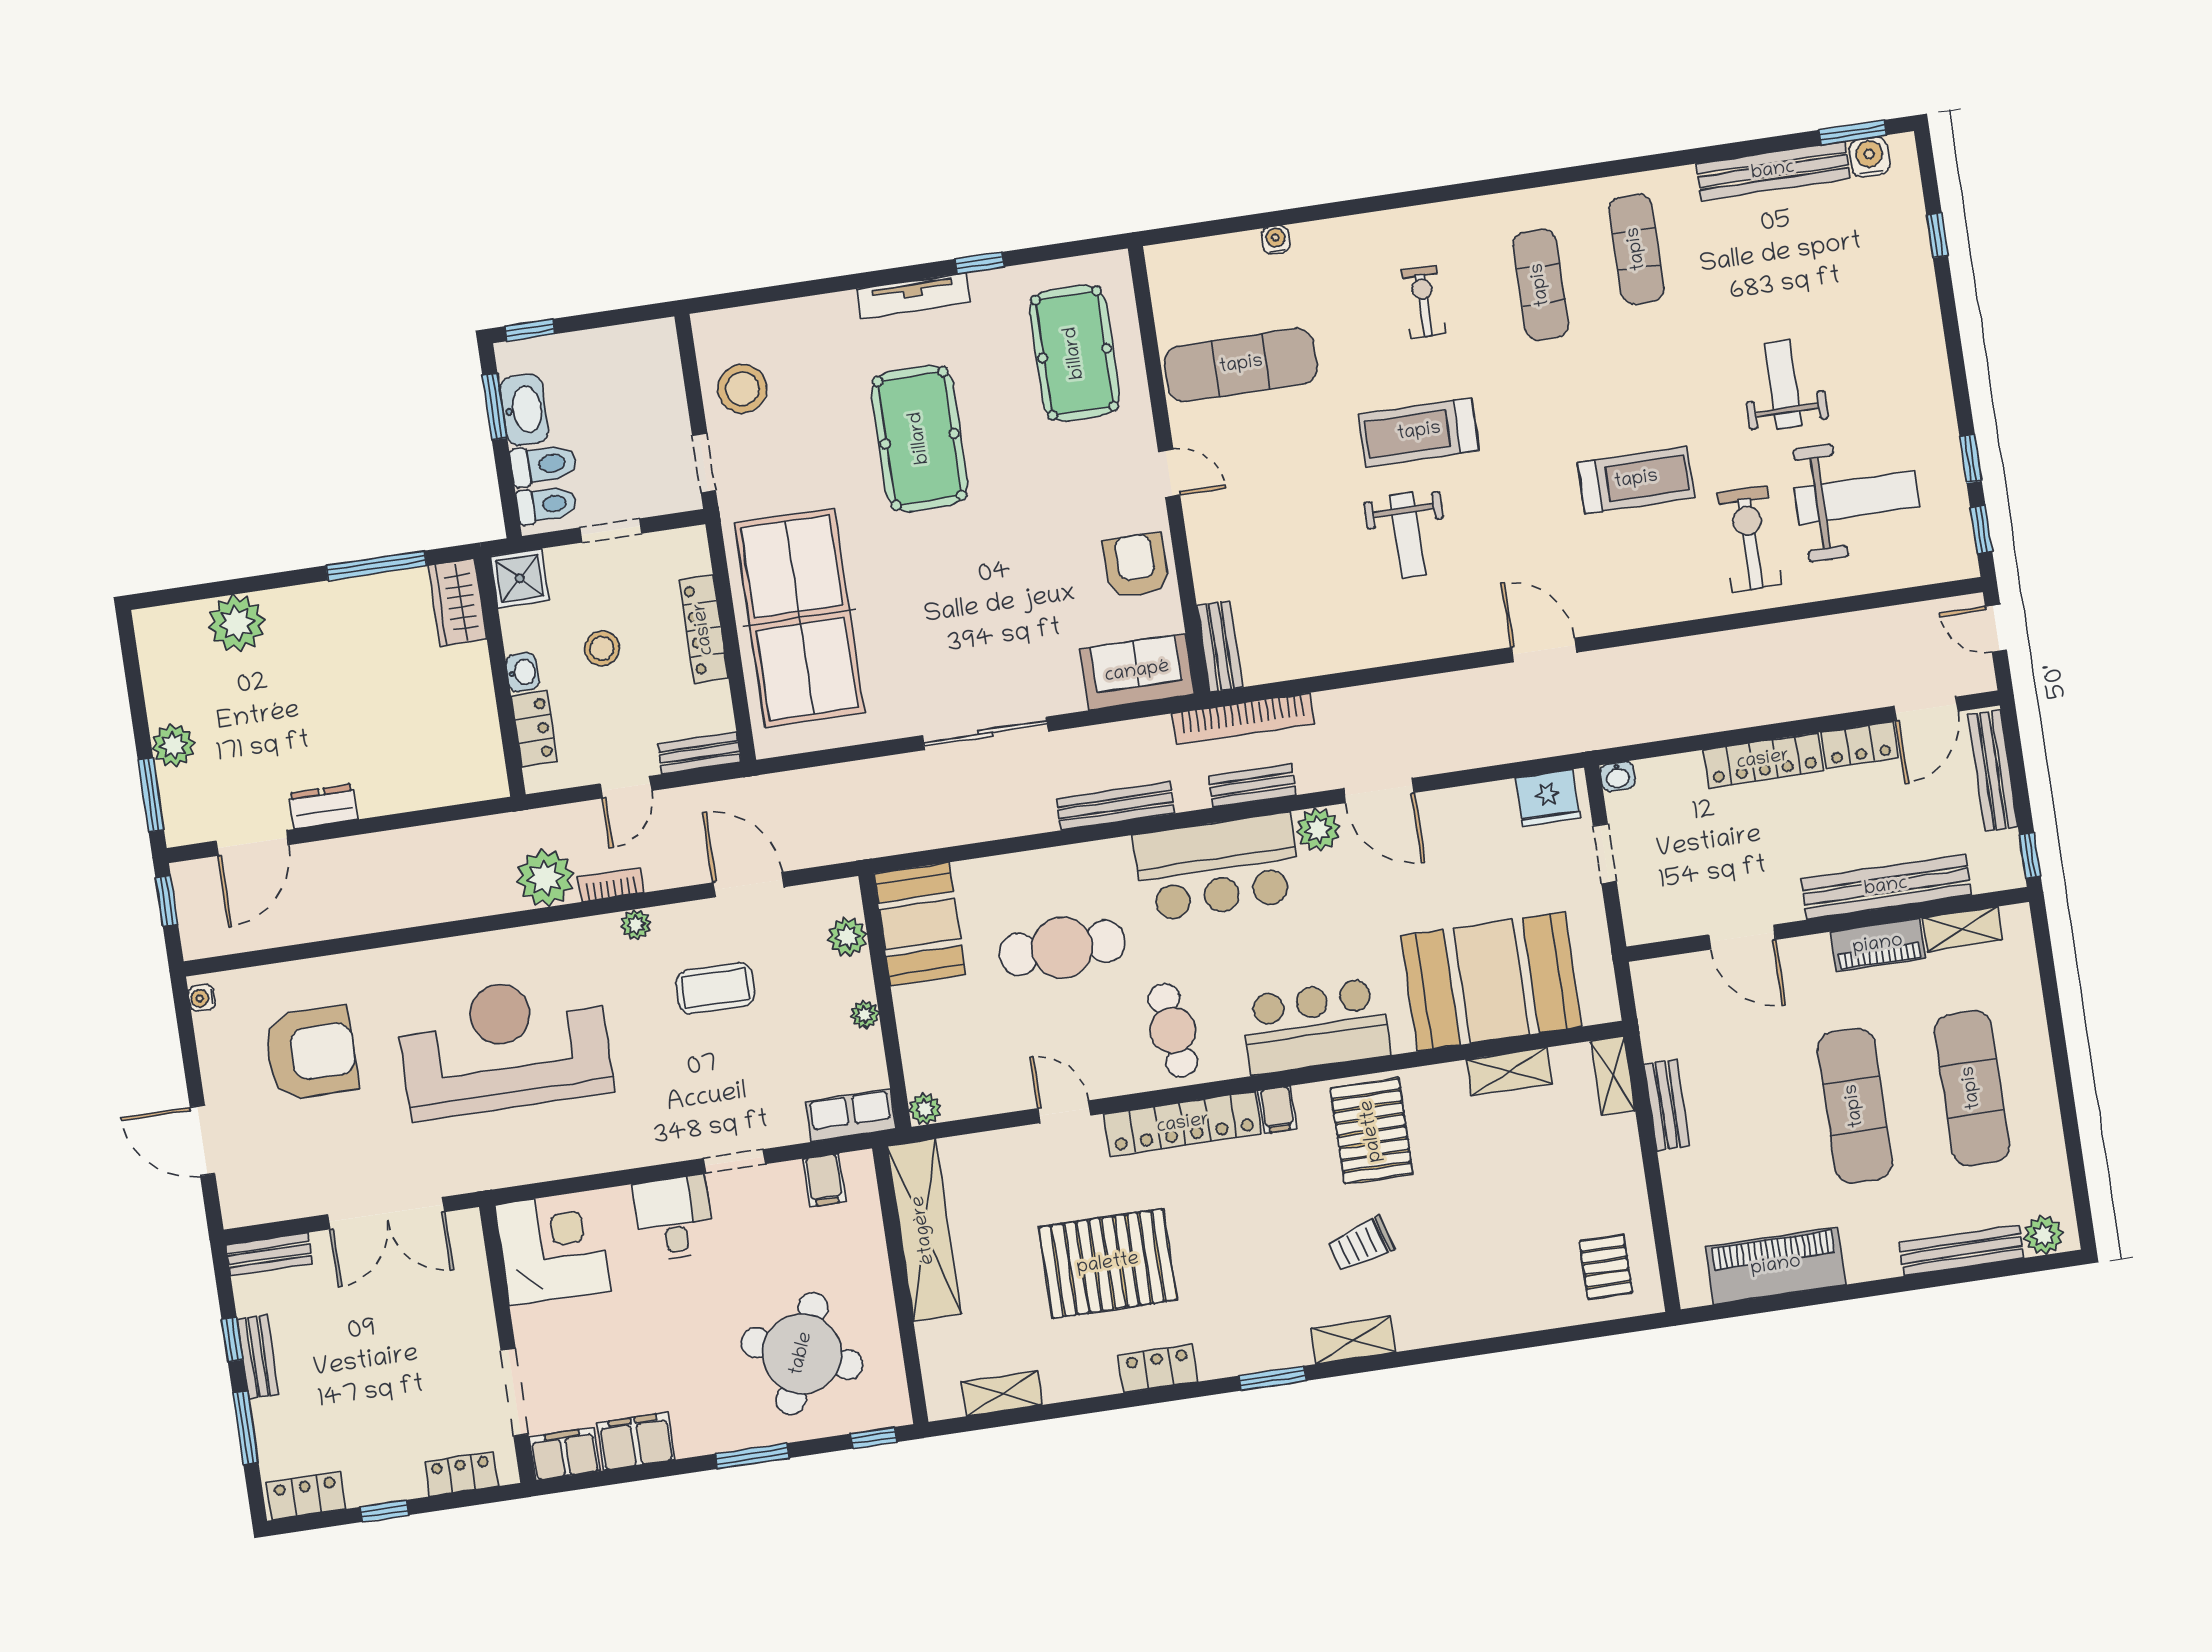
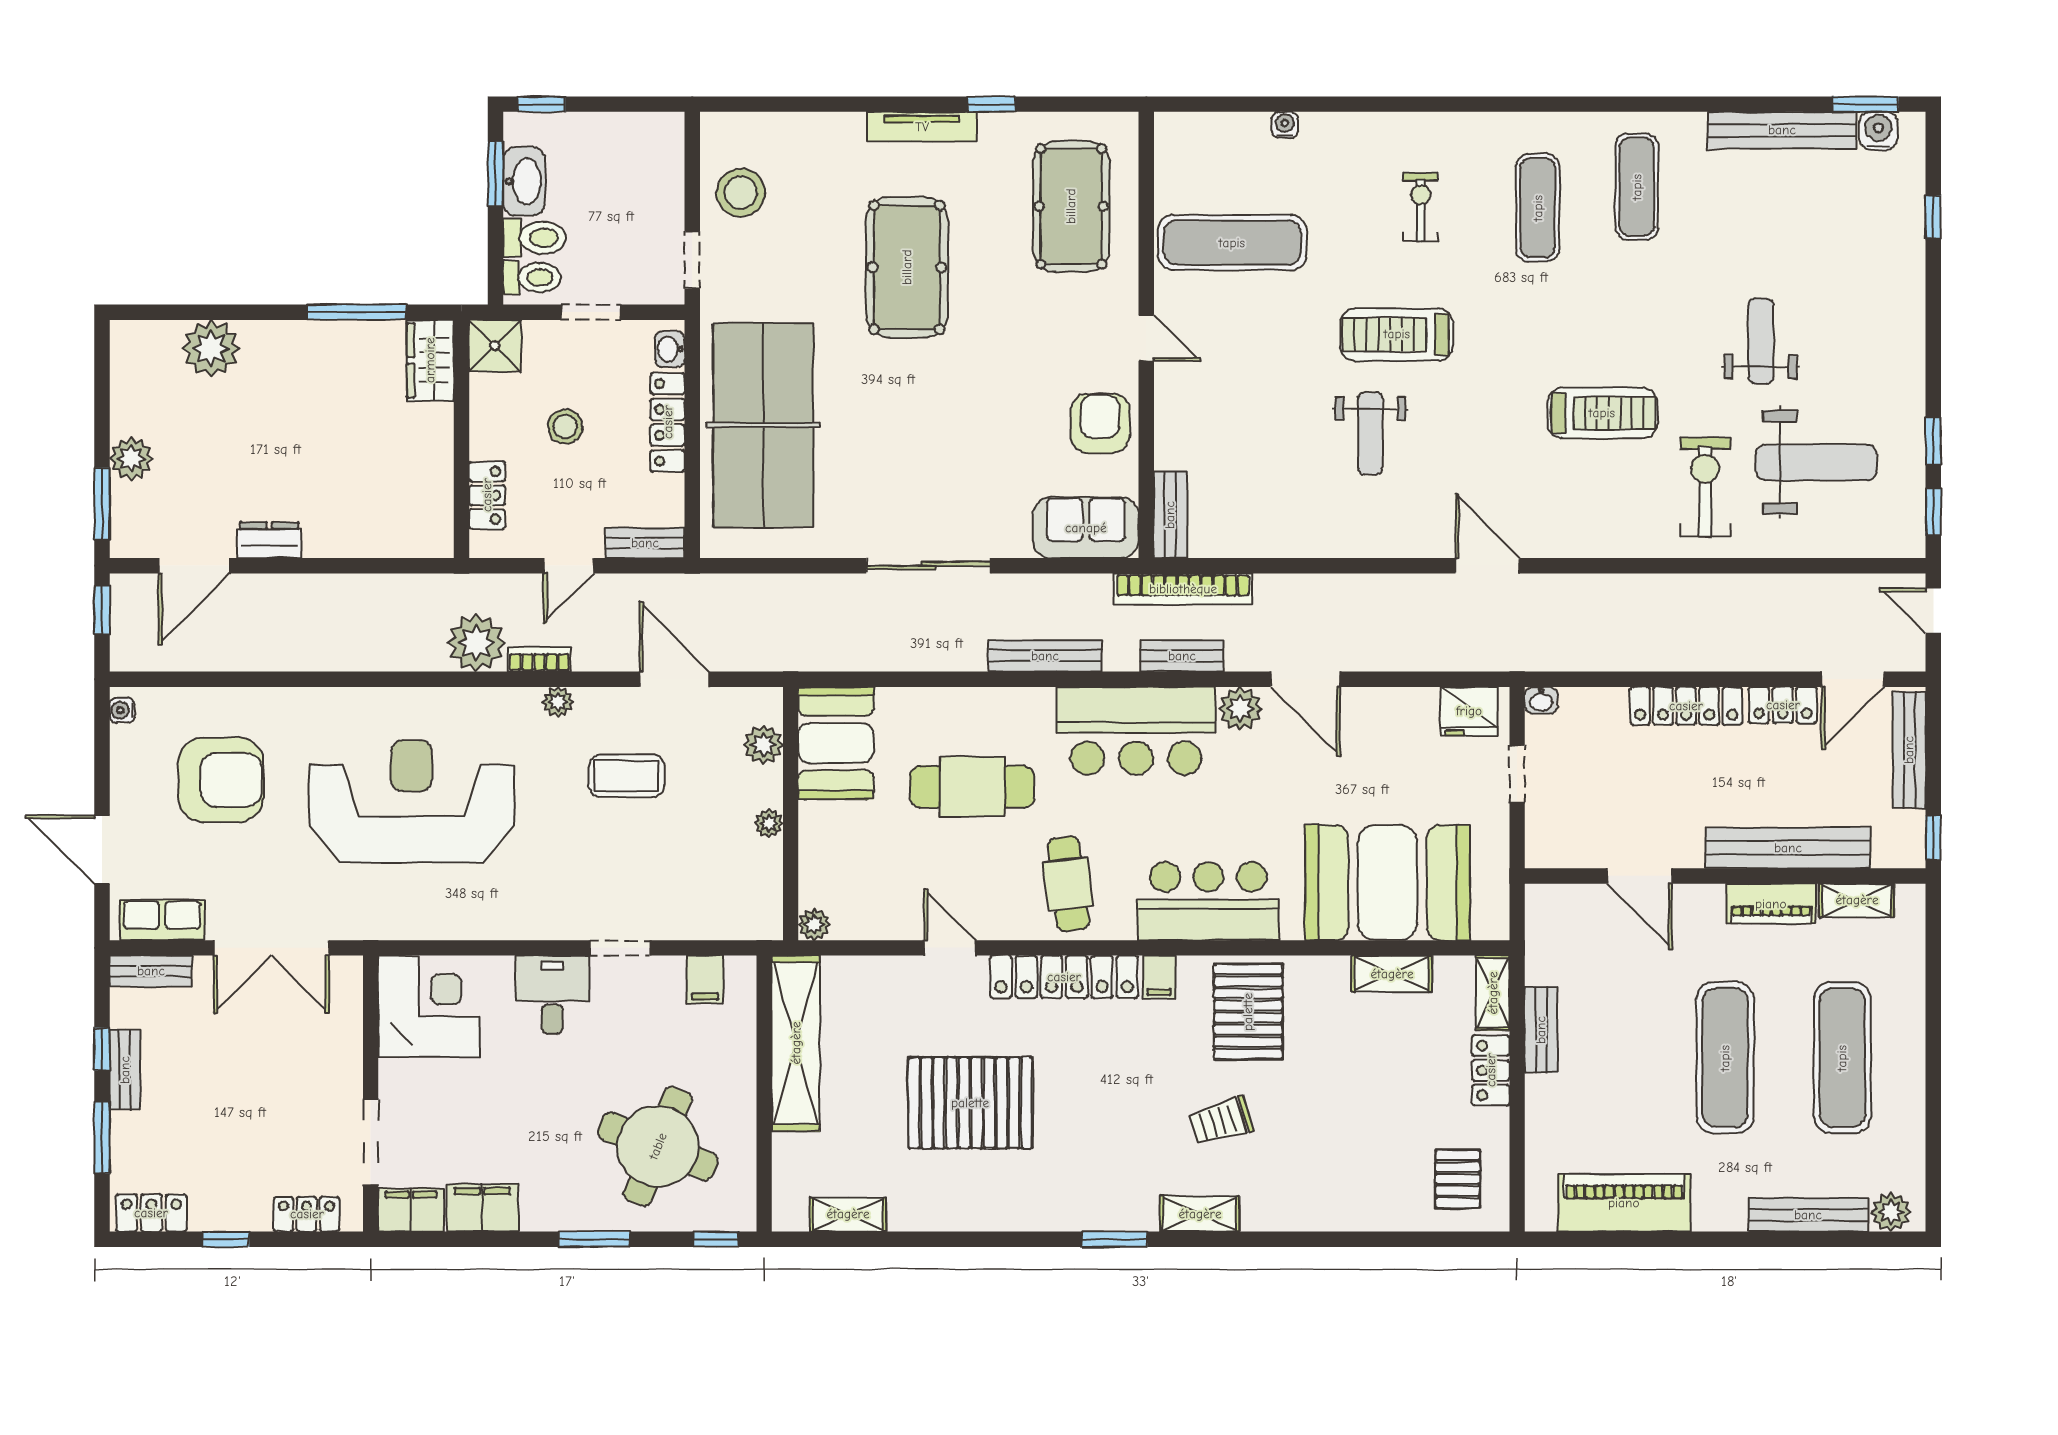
washbasin: (523, 672) -> (670, 349), moved, turned 180
row of seats: (851, 1115) -> (162, 920), moved
locker: (1158, 1368) -> (1491, 1070), moved, turned -90

